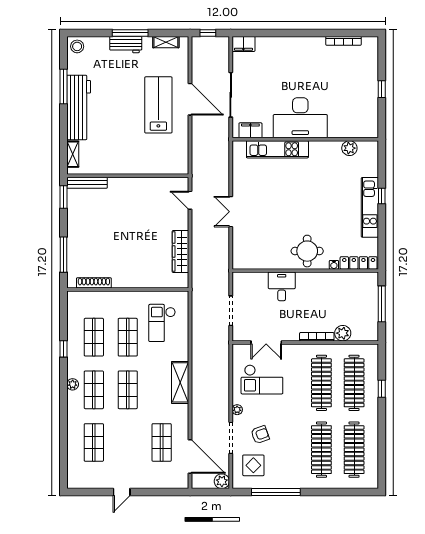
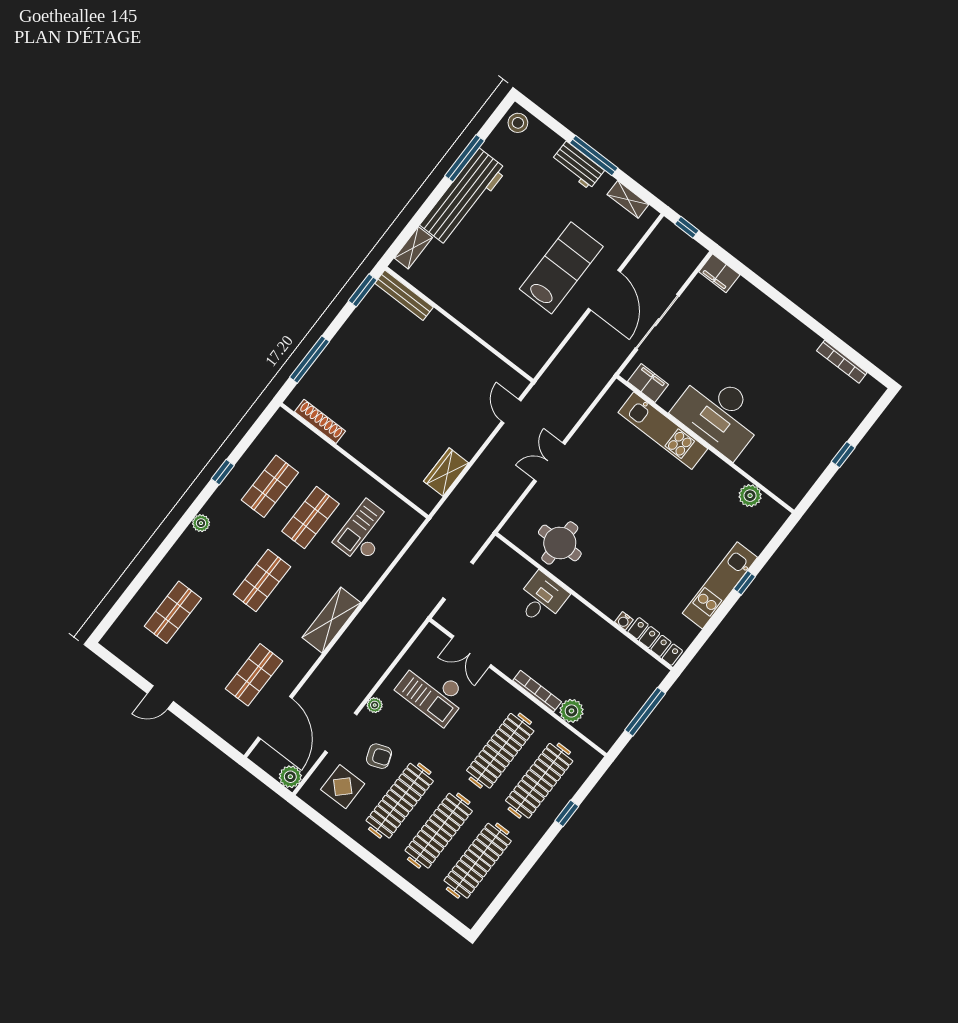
round table: (307, 251) -> (560, 543), moved
wardrobe: (181, 252) -> (446, 472), width x0.67
shop shelf: (94, 390) -> (221, 549), removed
clothes rail: (289, 450) -> (400, 801), added
window: (276, 492) -> (345, 840), removed

